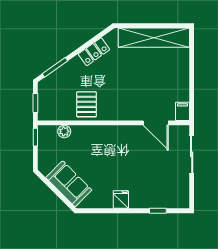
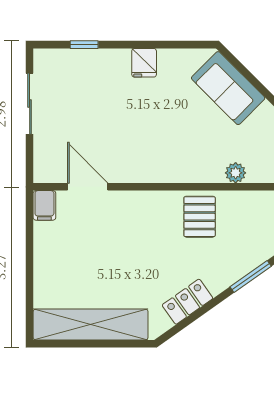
sliding door: (192, 154) -> (30, 104), moved

